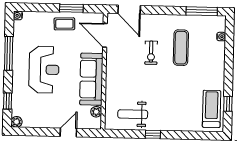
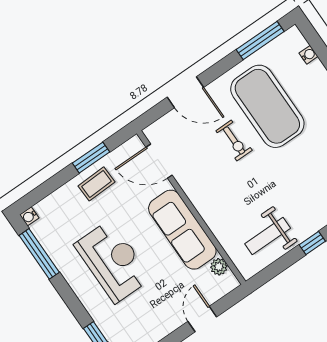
door: (129, 10) -> (185, 92), moved
exercise mat: (181, 48) -> (267, 106), width x2.00, depth x1.45
window: (9, 53) -> (39, 254), moved

